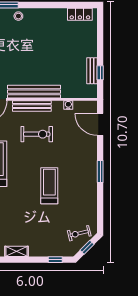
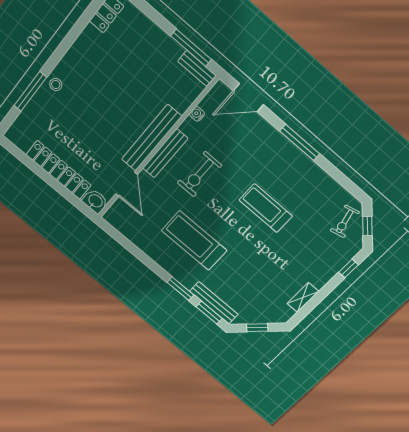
bench: (92, 71) -> (197, 68), moved
window: (100, 73) -> (191, 48), width x2.17
exercise bike: (37, 134) -> (199, 174), turned 180
window: (100, 171) -> (300, 142), width x1.44

